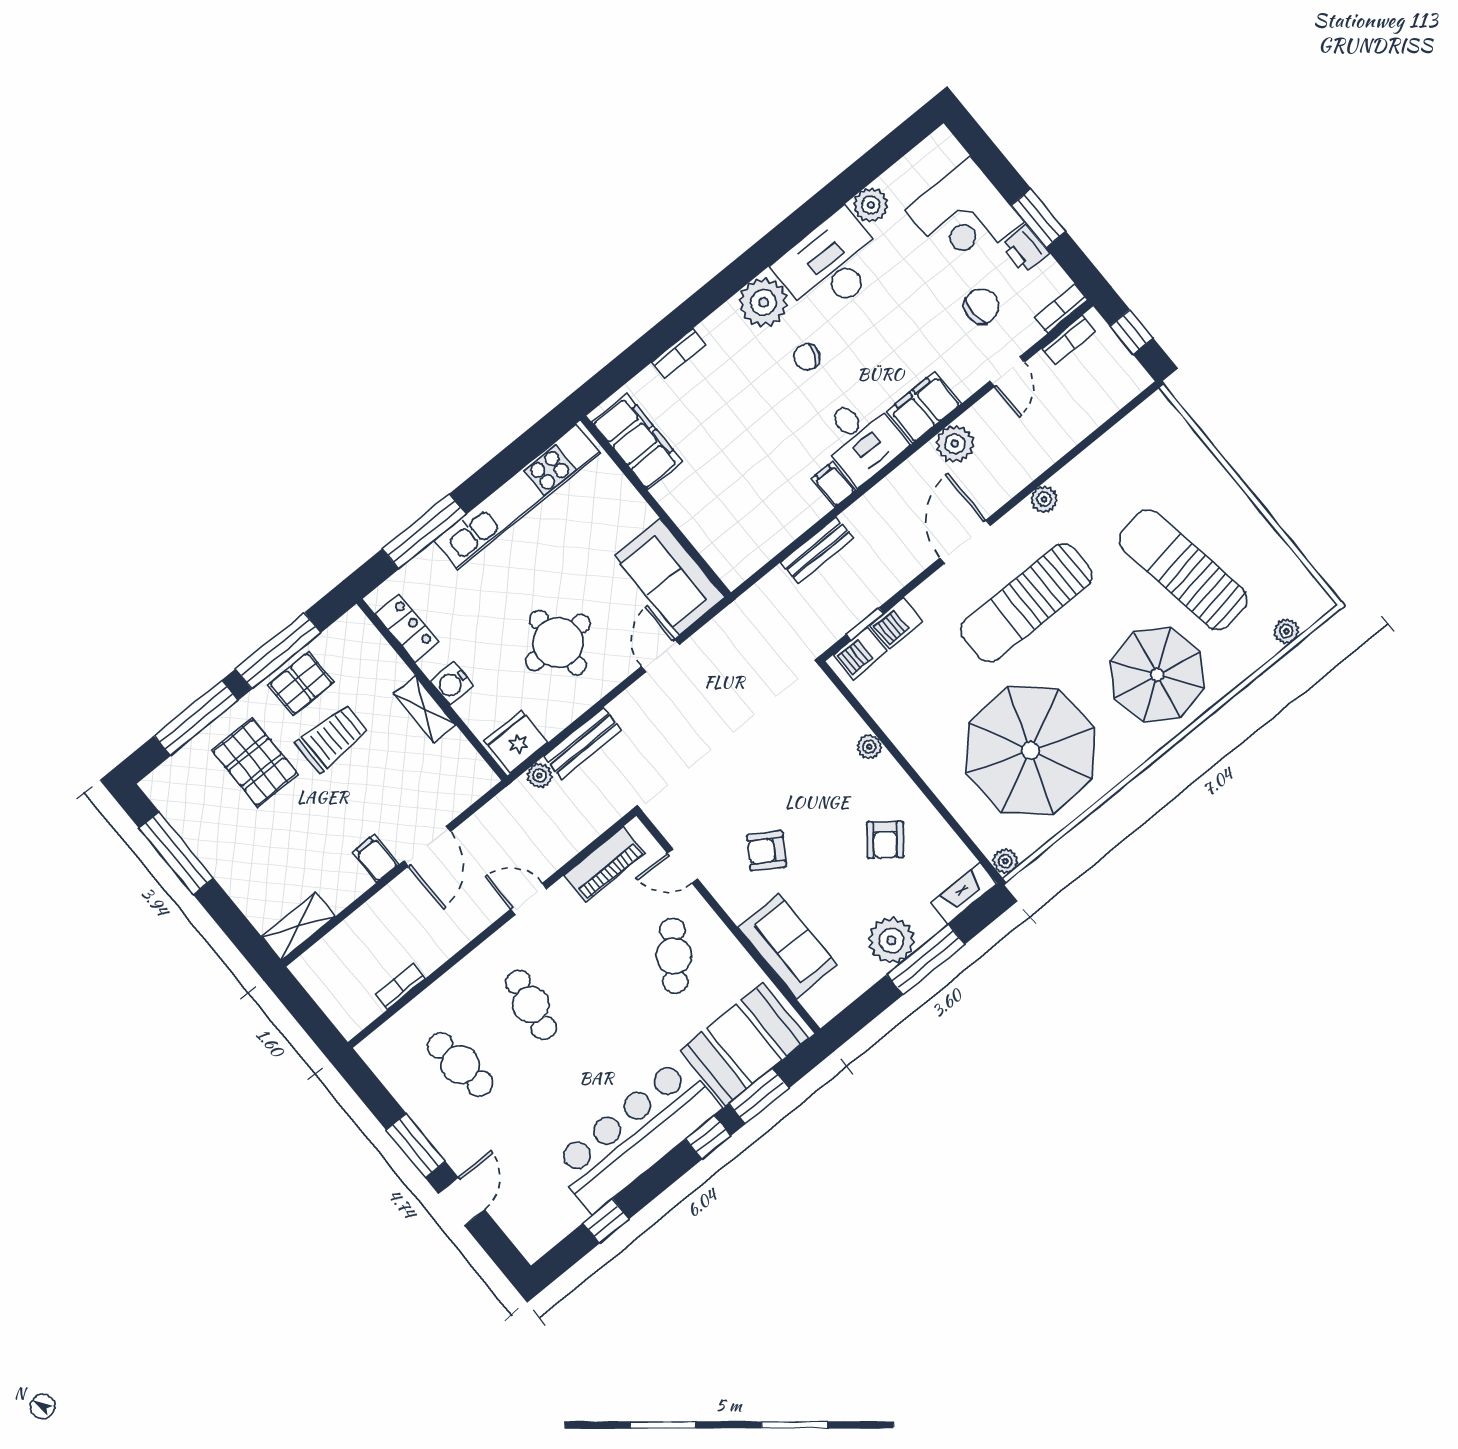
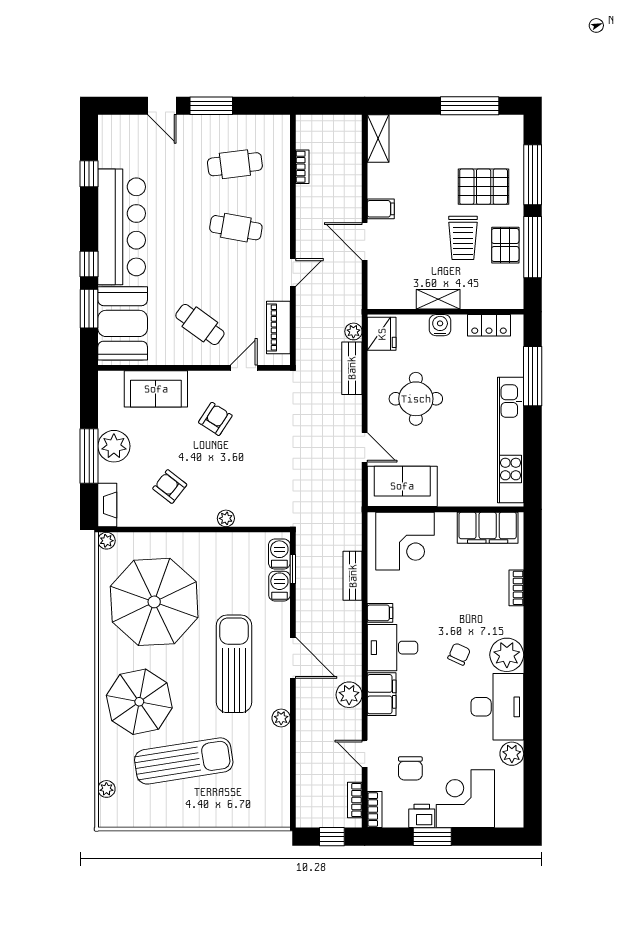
corner desk: (729, 523) -> (405, 541), added

